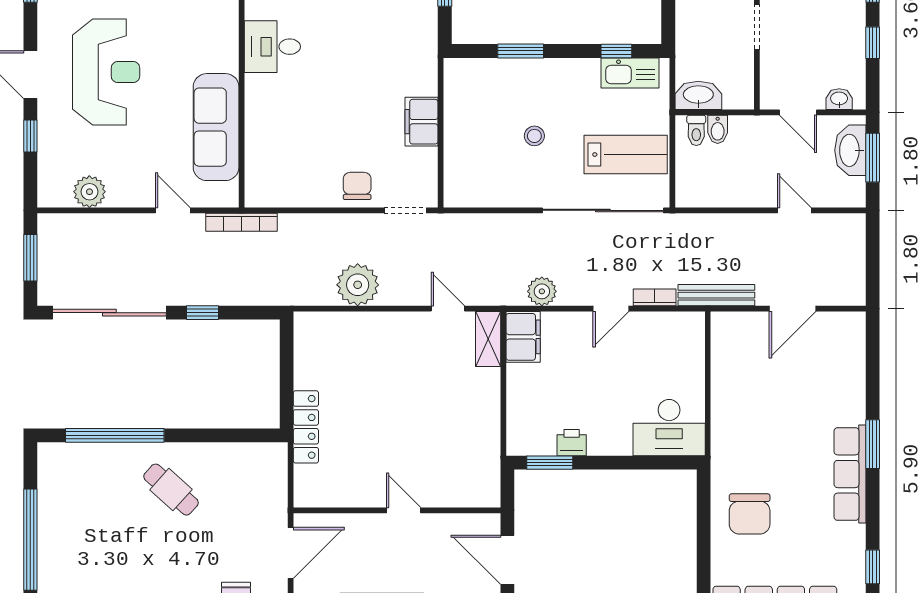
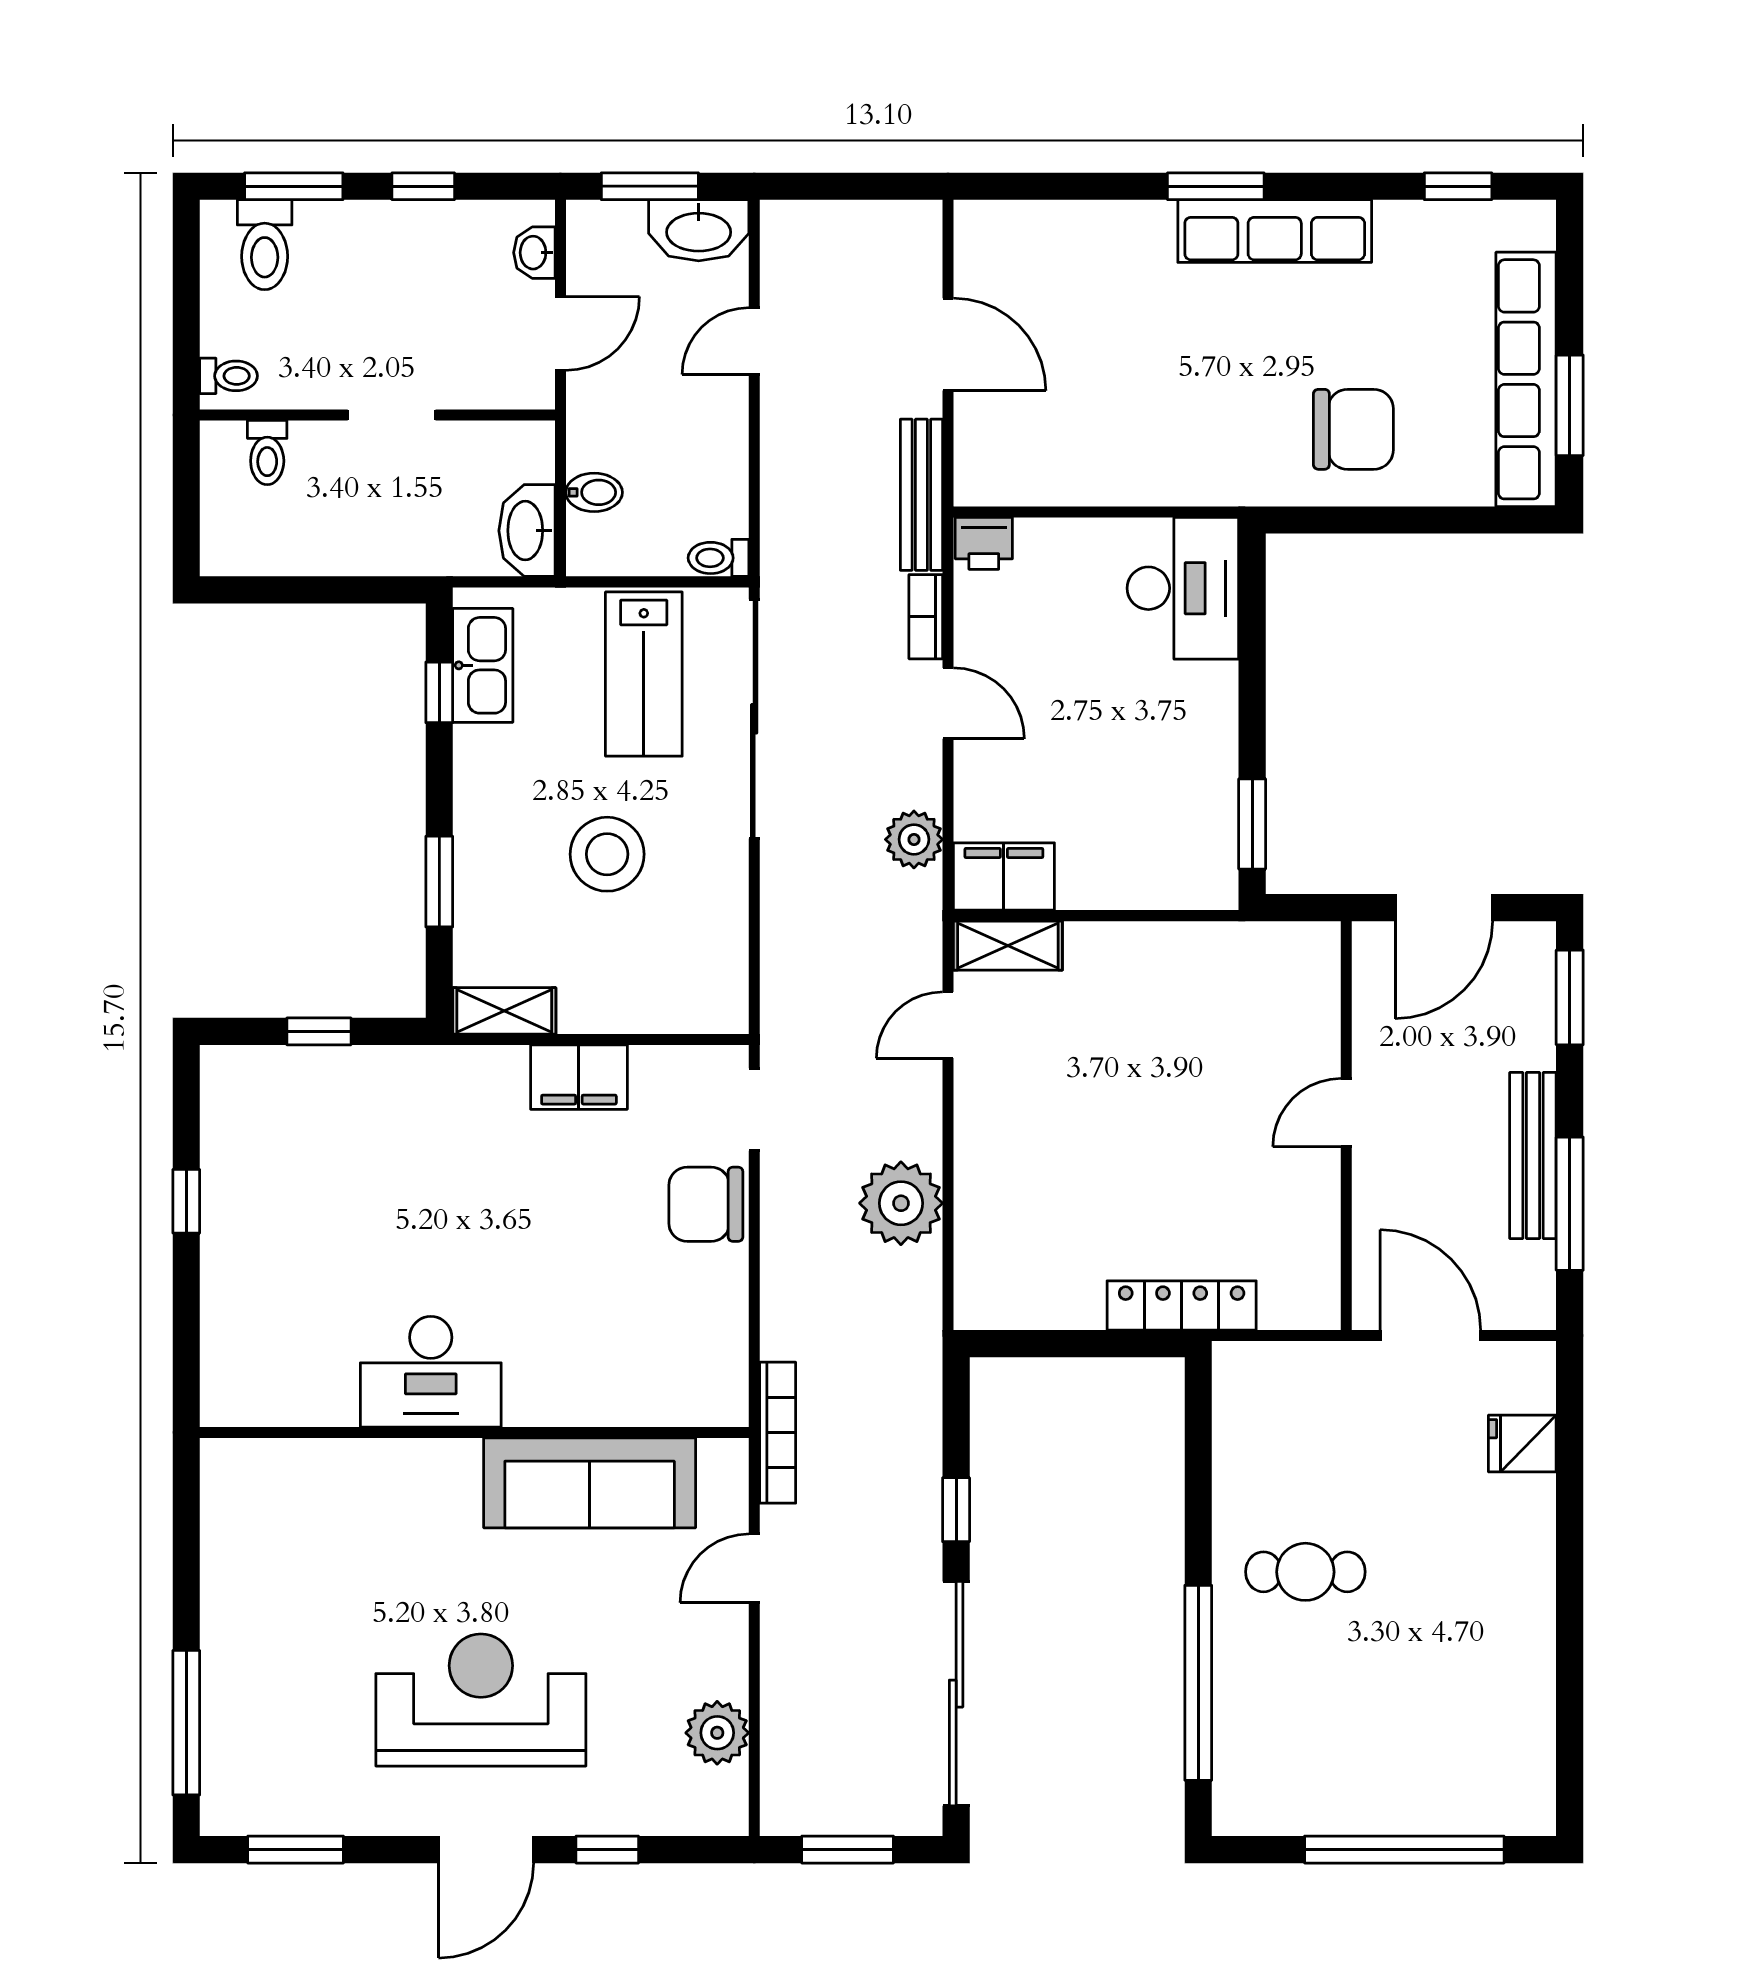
desk: (272, 47) -> (431, 1372), width x1.37
shelving: (455, 84) -> (504, 1011), added
toilet: (696, 130) -> (718, 558), moved, turned 180
stool: (534, 136) -> (607, 854), width x1.89, depth x1.89
washbasin: (850, 150) -> (699, 230), moved
lab bench: (626, 155) -> (644, 674), turned 180
chair: (357, 186) -> (706, 1204), width x1.37, depth x1.37
printer: (572, 443) -> (984, 543), moved, turned -90
cafe table: (171, 490) -> (1305, 1572), turned 48

